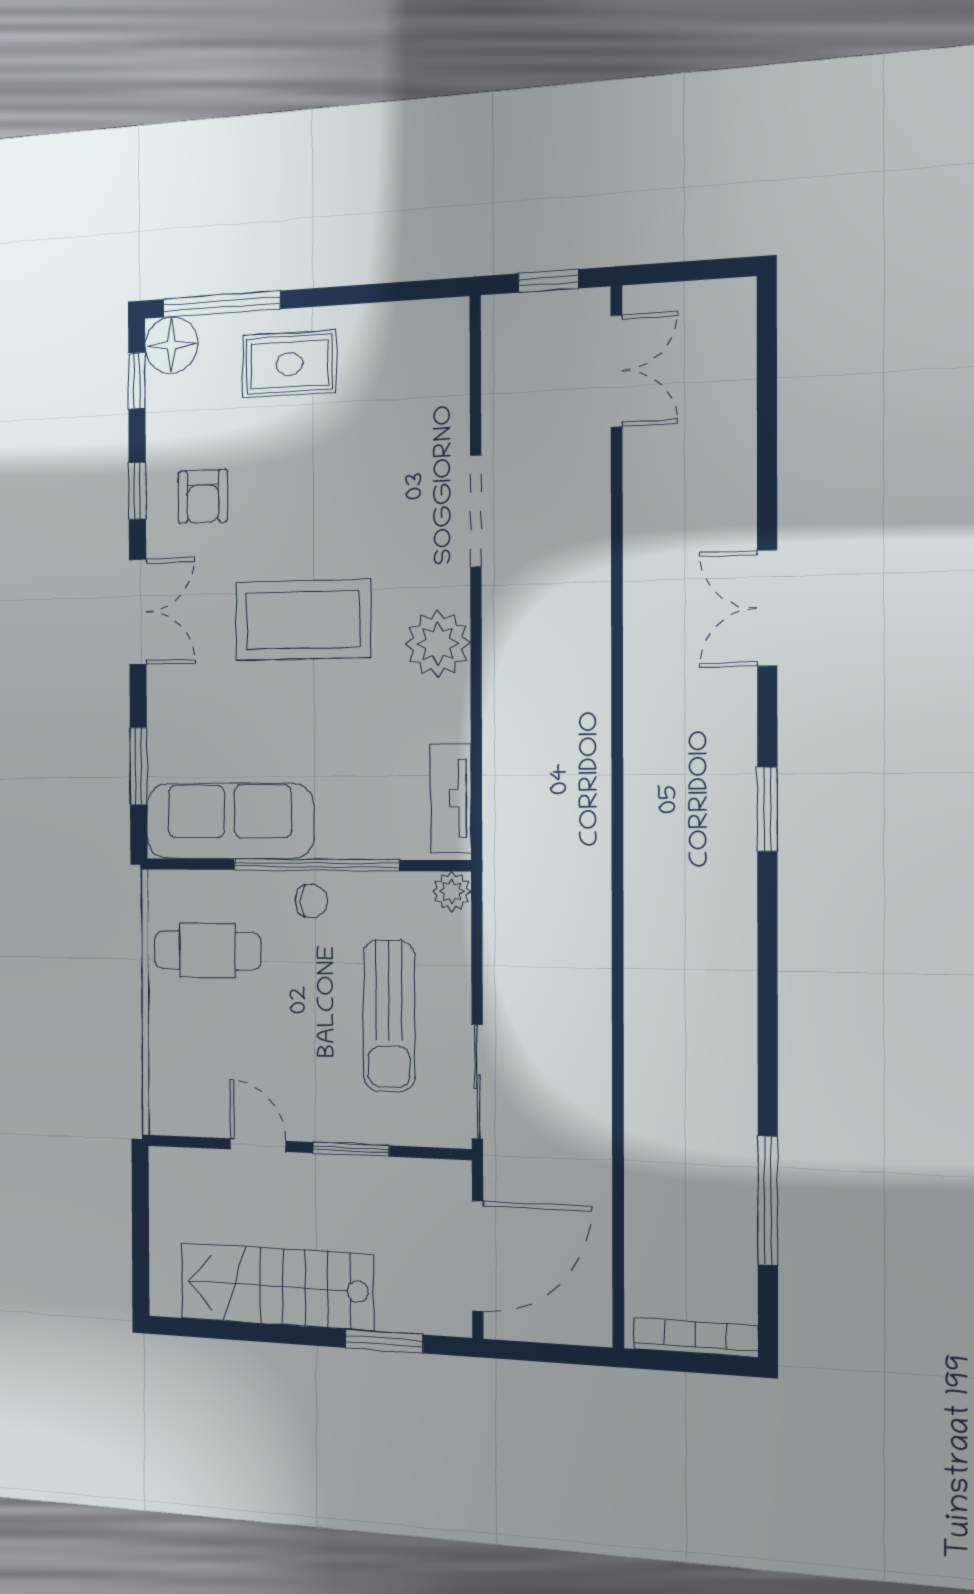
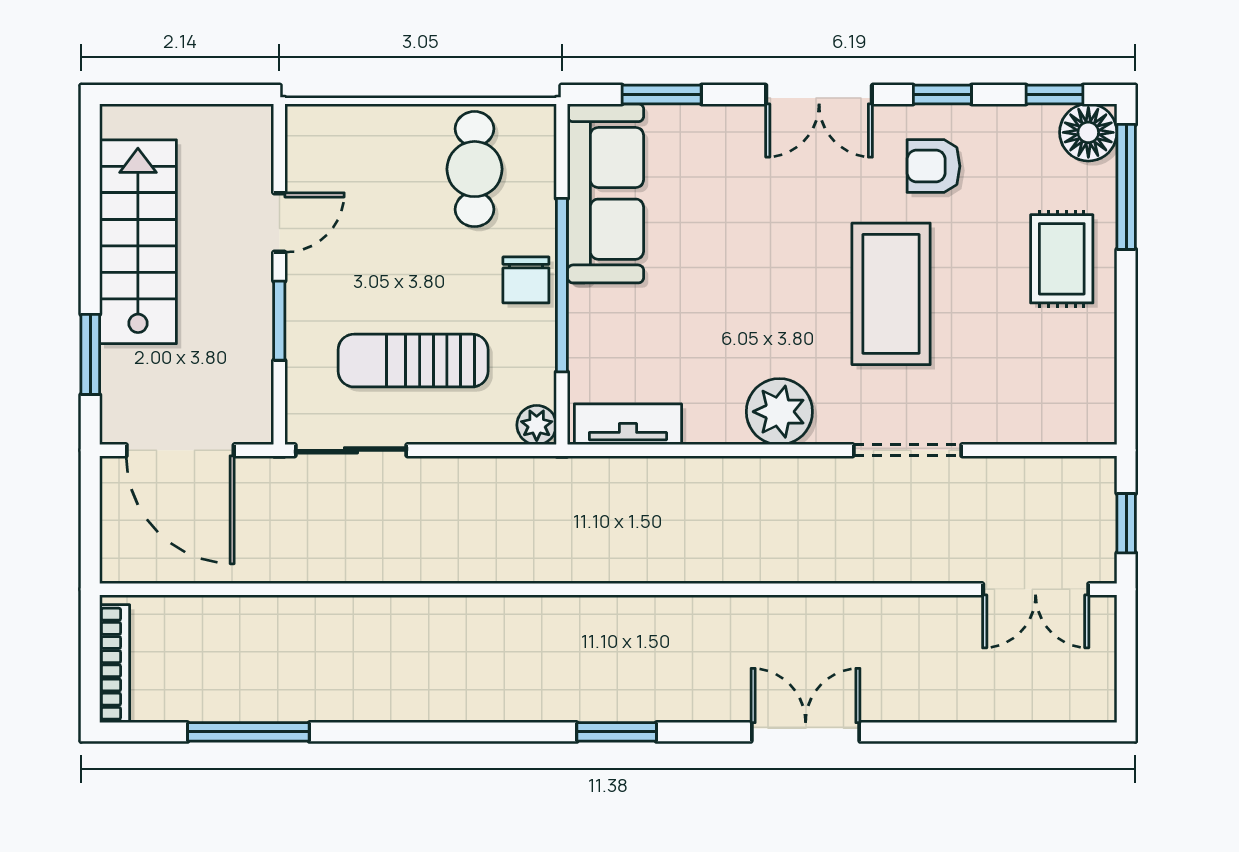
coffee table: (303, 620) -> (891, 294), moved
chair: (311, 901) -> (526, 280), width x1.37, depth x1.37

